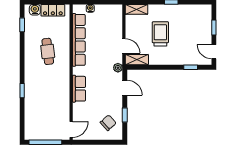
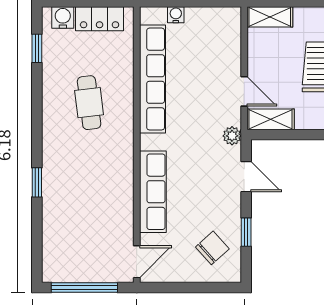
row of seats: (79, 89) -> (153, 192), width x1.48

